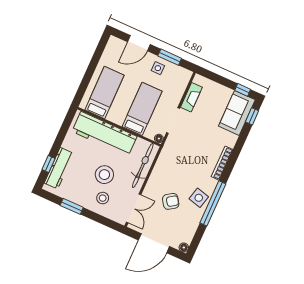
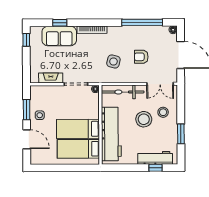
bed: (142, 109) -> (78, 129), moved
sofa: (237, 113) -> (59, 36), moved
window: (252, 116) -> (60, 23), moved
side table: (199, 198) -> (113, 61), moved
armchair: (171, 201) -> (141, 57), turned -56
window: (213, 203) -> (142, 22), moved
double door: (134, 208) -> (160, 84), swing flipped

